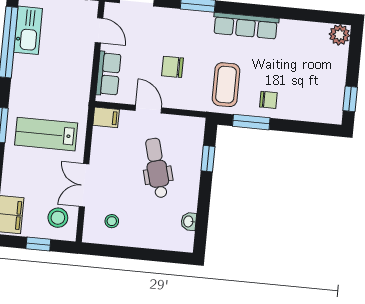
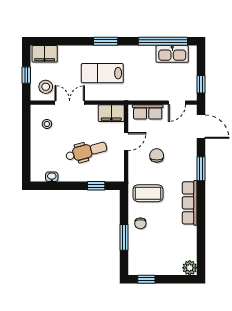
filing cabinet: (106, 117) -> (111, 113), width x2.00
window: (251, 122) -> (124, 237), moved
lab bench: (46, 134) -> (102, 73), turned -90

